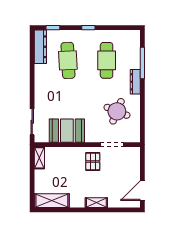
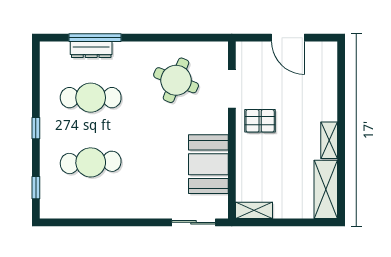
dresser: (40, 47) -> (68, 209), removed
dresser: (135, 82) -> (91, 50), moved
door: (142, 191) -> (288, 38), moved
shelving: (96, 203) -> (329, 140), moved

